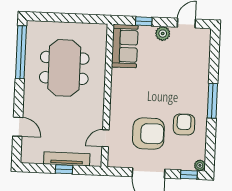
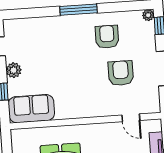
armchair: (184, 125) -> (107, 37), turned 90
armchair: (148, 134) -> (121, 73), width x0.73, depth x0.73

